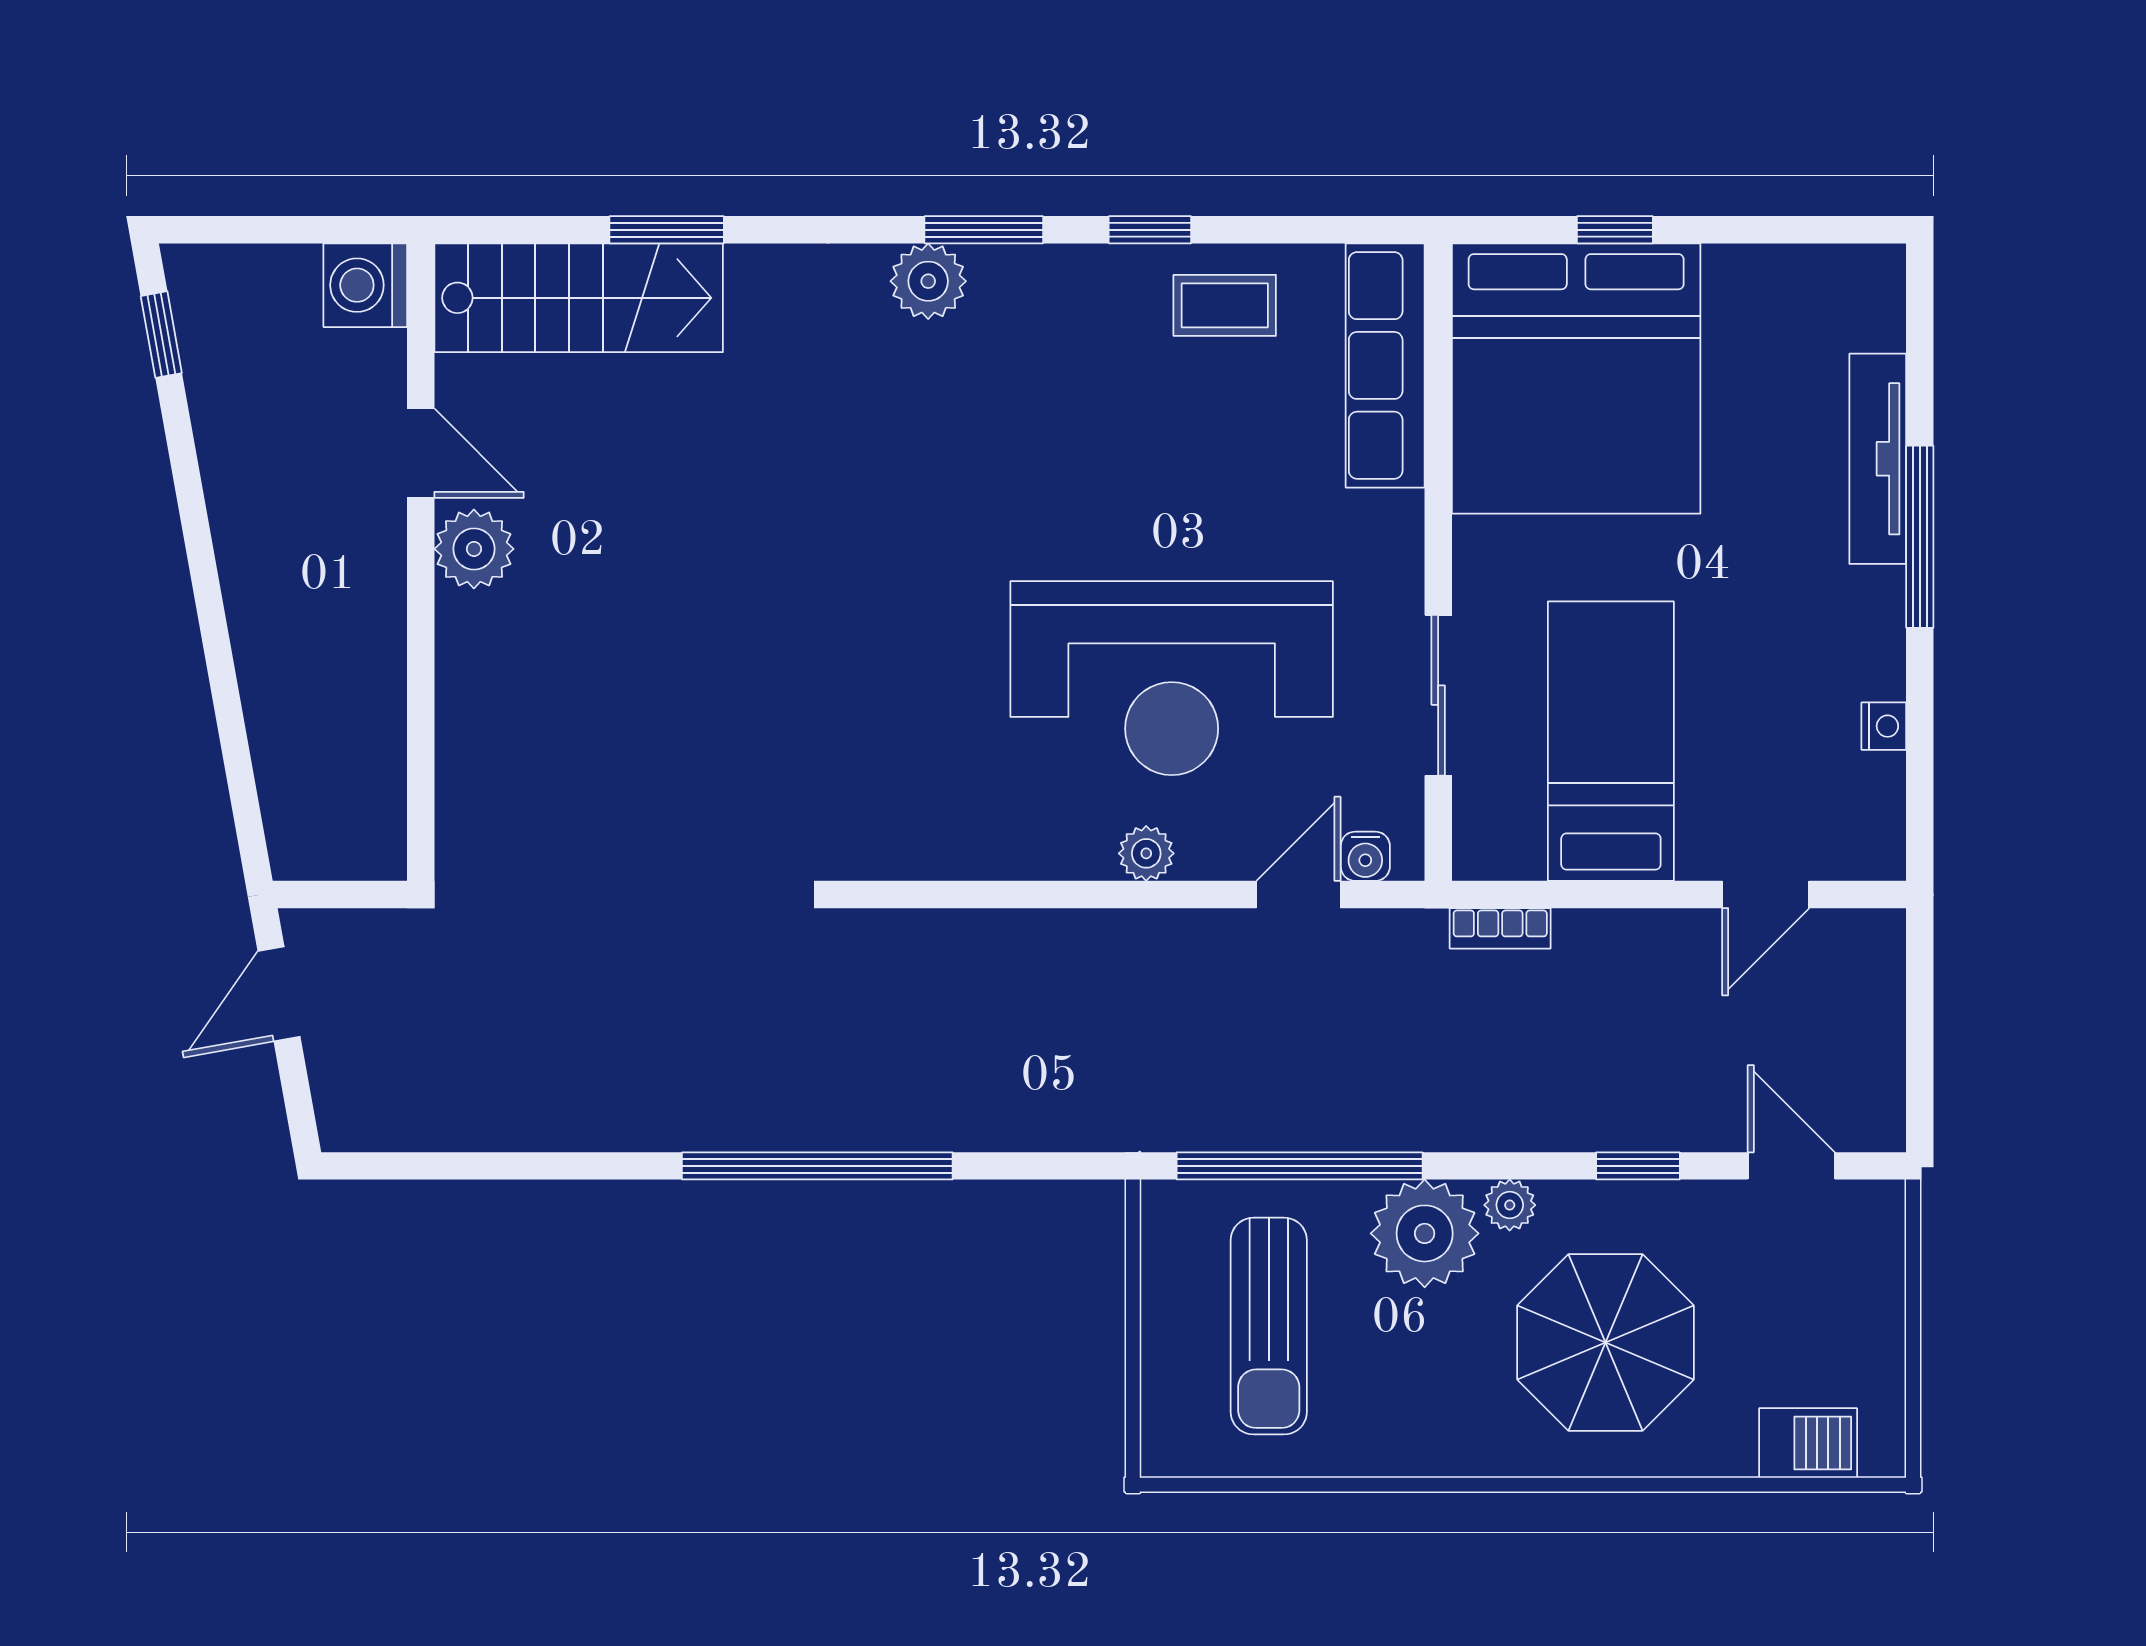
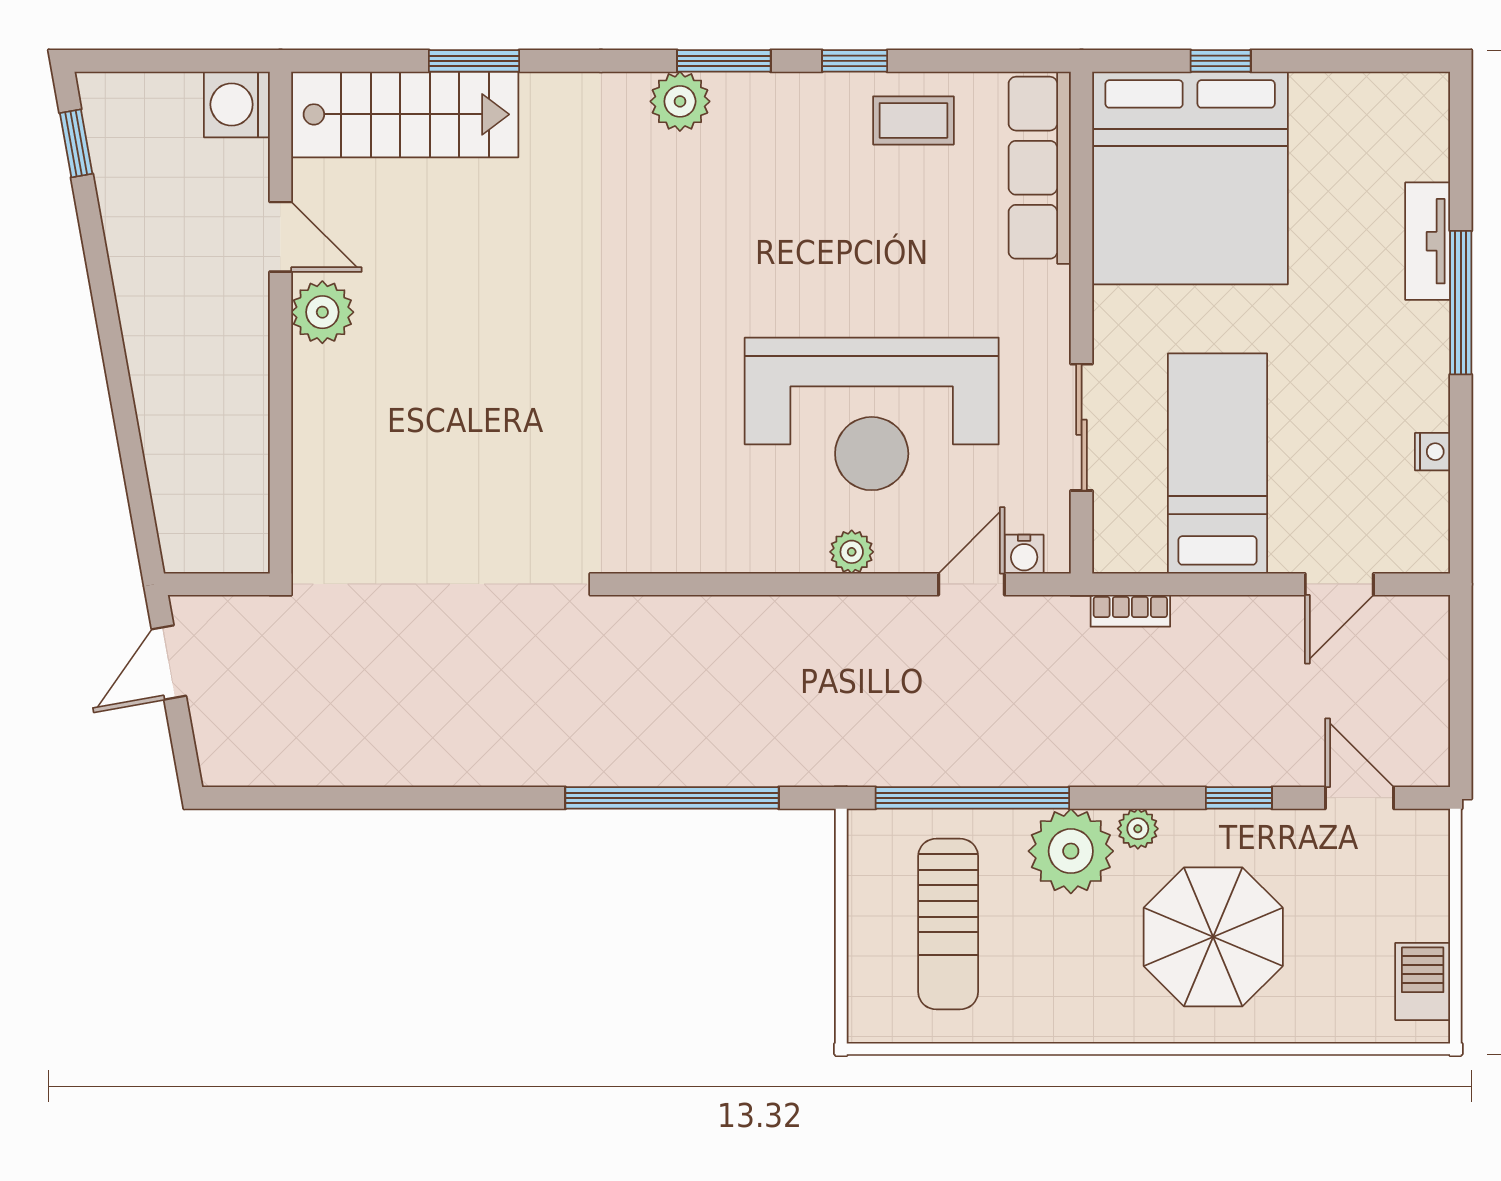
tv unit: (1878, 459) -> (1428, 241), width x0.71
window: (817, 1166) -> (672, 798), moved
barbecue: (1808, 1443) -> (1423, 981), moved, turned -90

